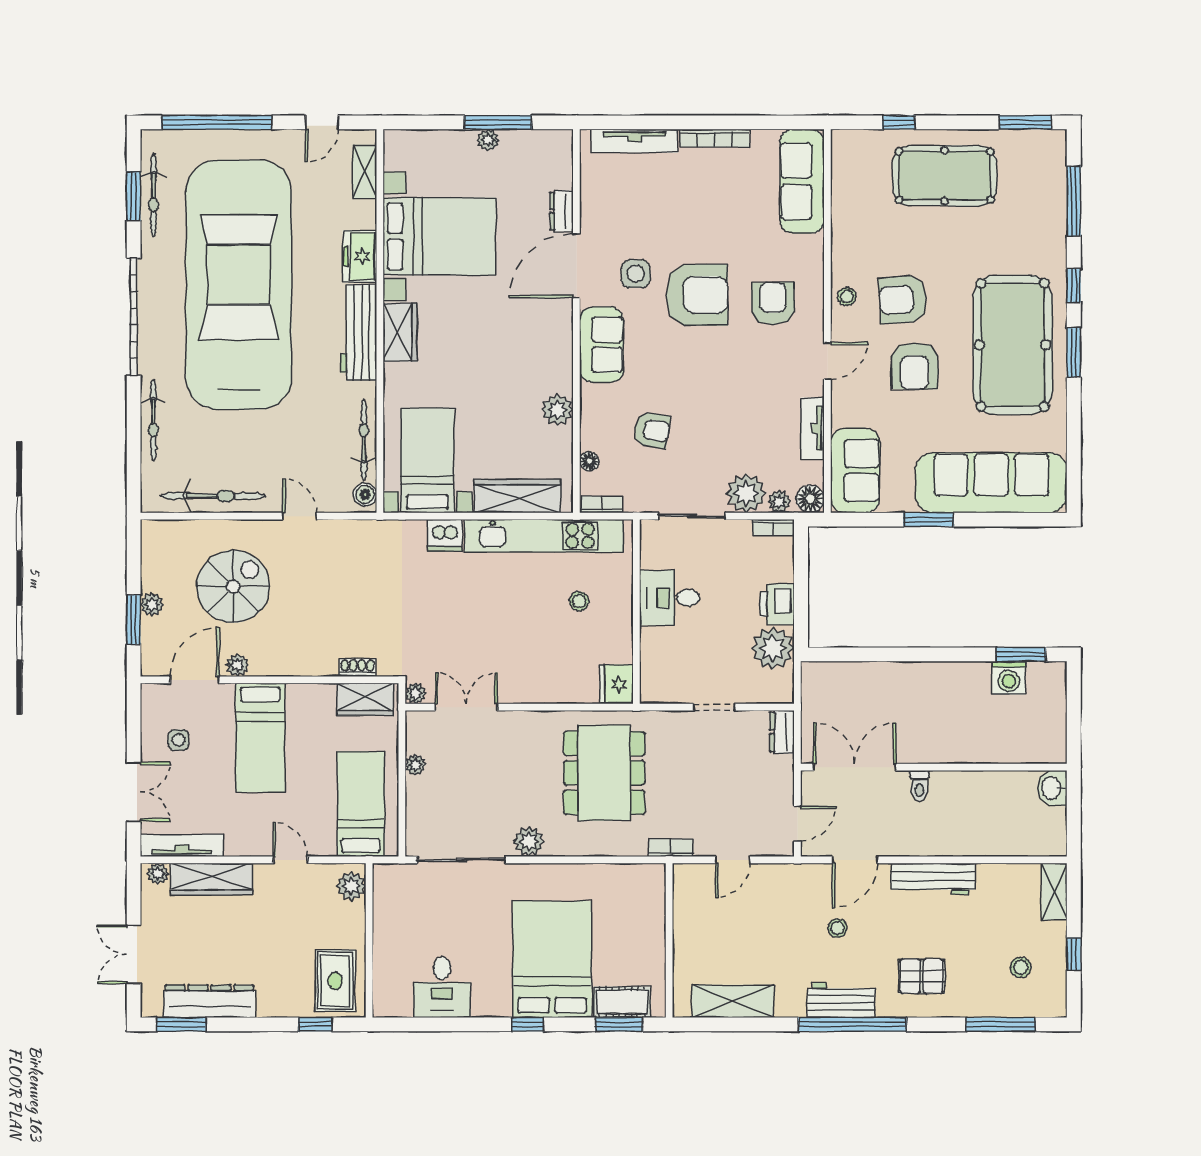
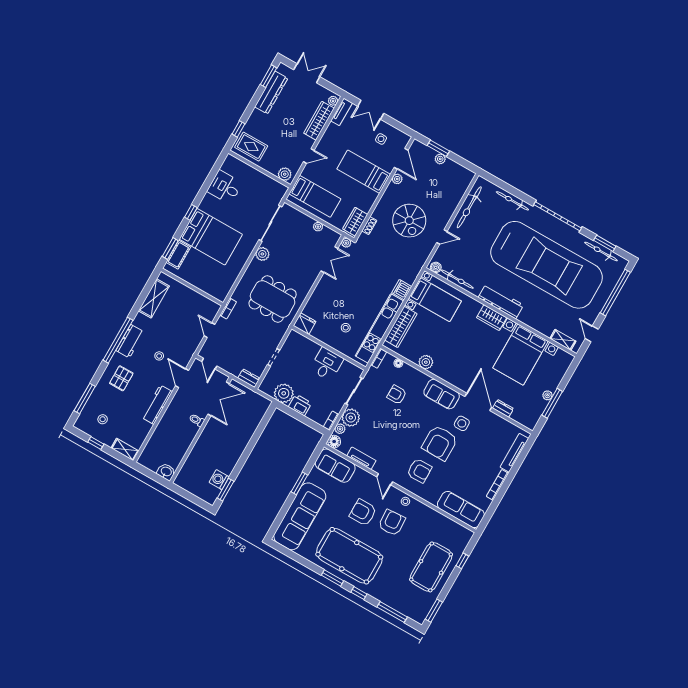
freezer: (360, 256) -> (531, 319), removed
armchair: (652, 430) -> (397, 395), turned 81
spiral stairs: (233, 586) -> (409, 221), moved
tv unit: (182, 845) -> (341, 112), width x0.71

